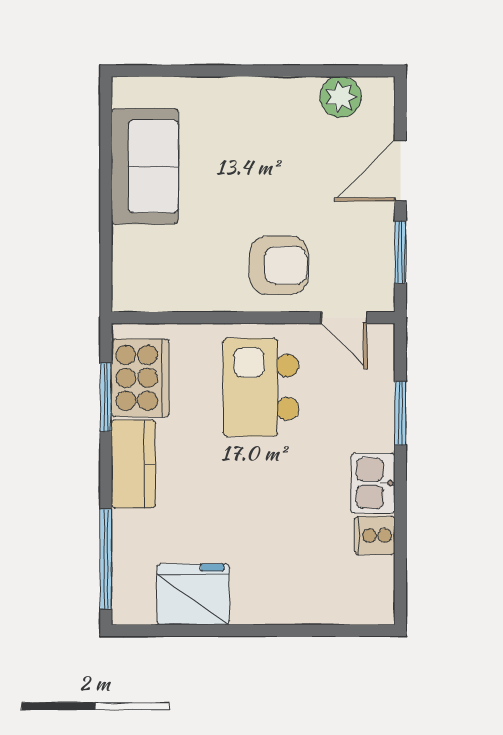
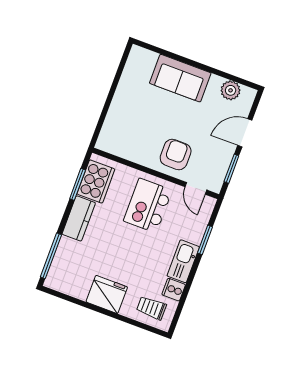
sofa: (145, 166) -> (180, 78), moved, turned 90
armchair: (279, 265) -> (176, 154), turned -90
kitchen sink: (373, 483) -> (183, 261), width x1.38
trolley: (344, 588) -> (151, 308), added
fridge: (193, 594) -> (107, 294), moved

